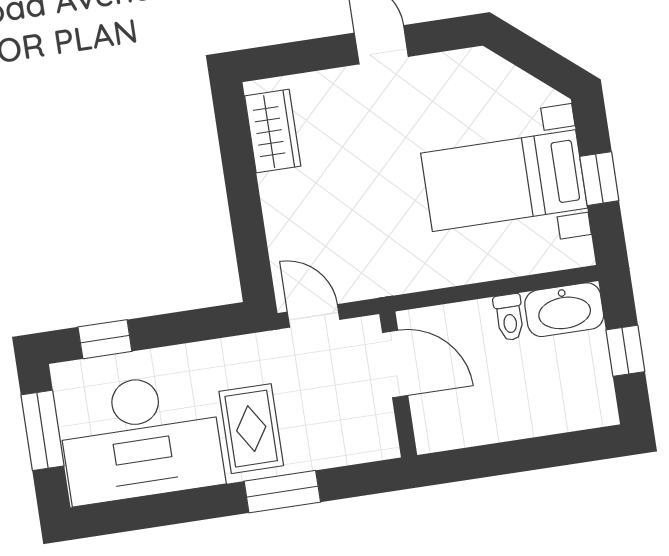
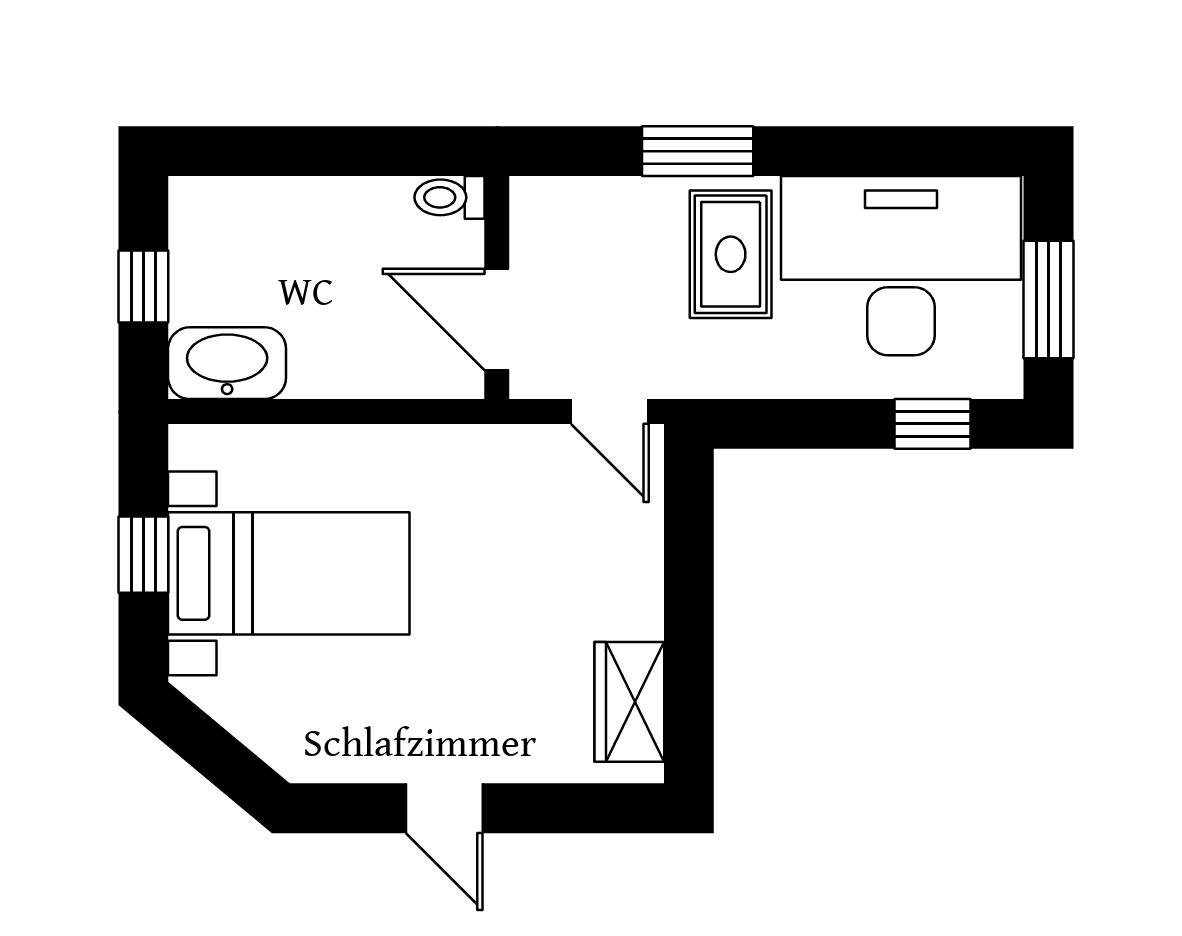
toilet: (509, 317) -> (450, 197), moved, turned -90

